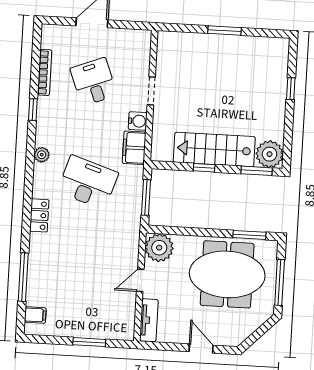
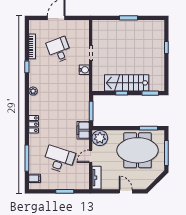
filing cabinet: (134, 148) -> (83, 130), moved
plant: (270, 154) -> (157, 84), removed
desk: (88, 182) -> (59, 159), moved

